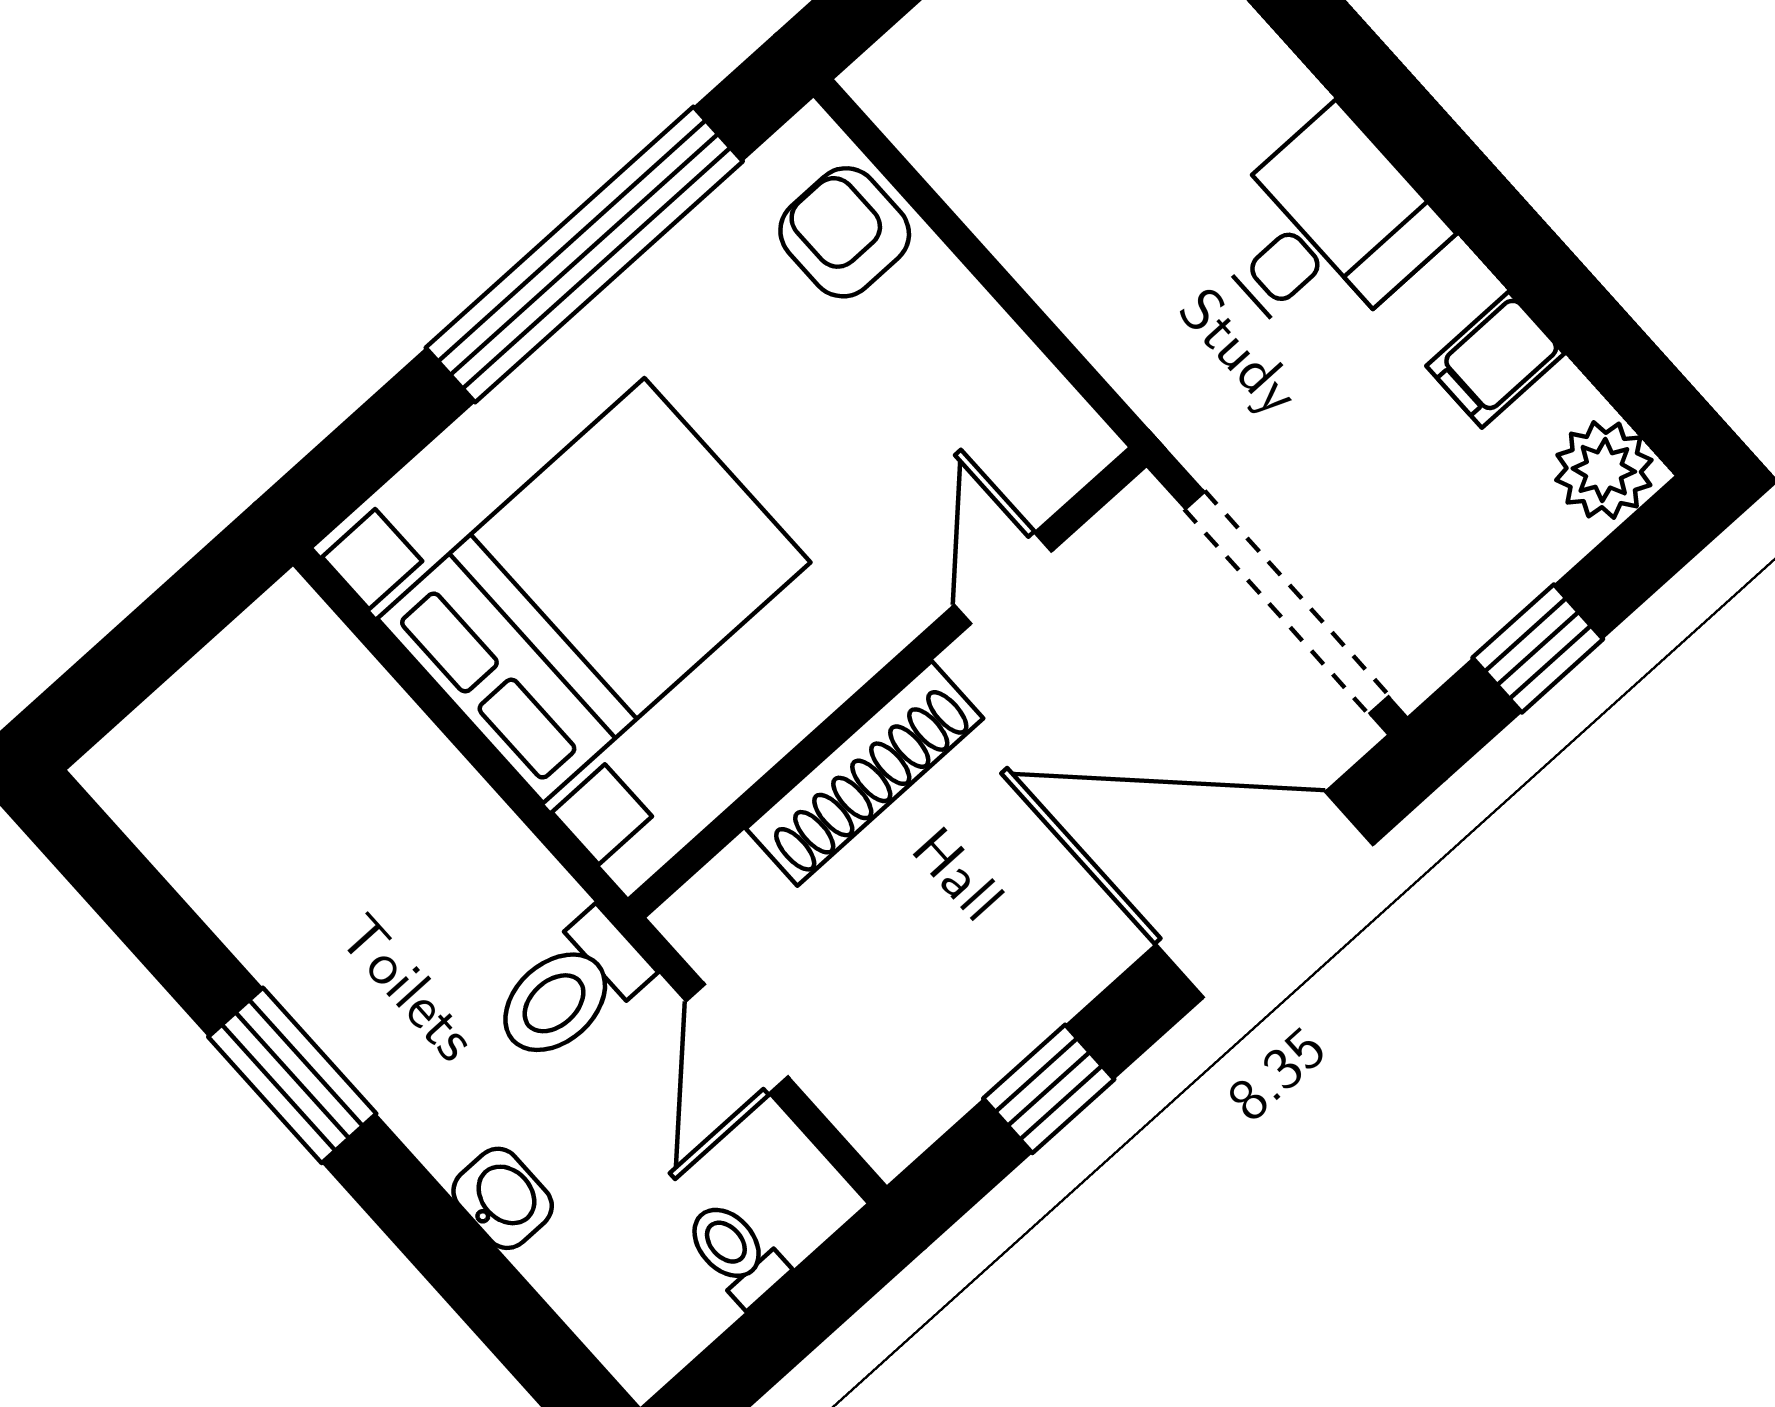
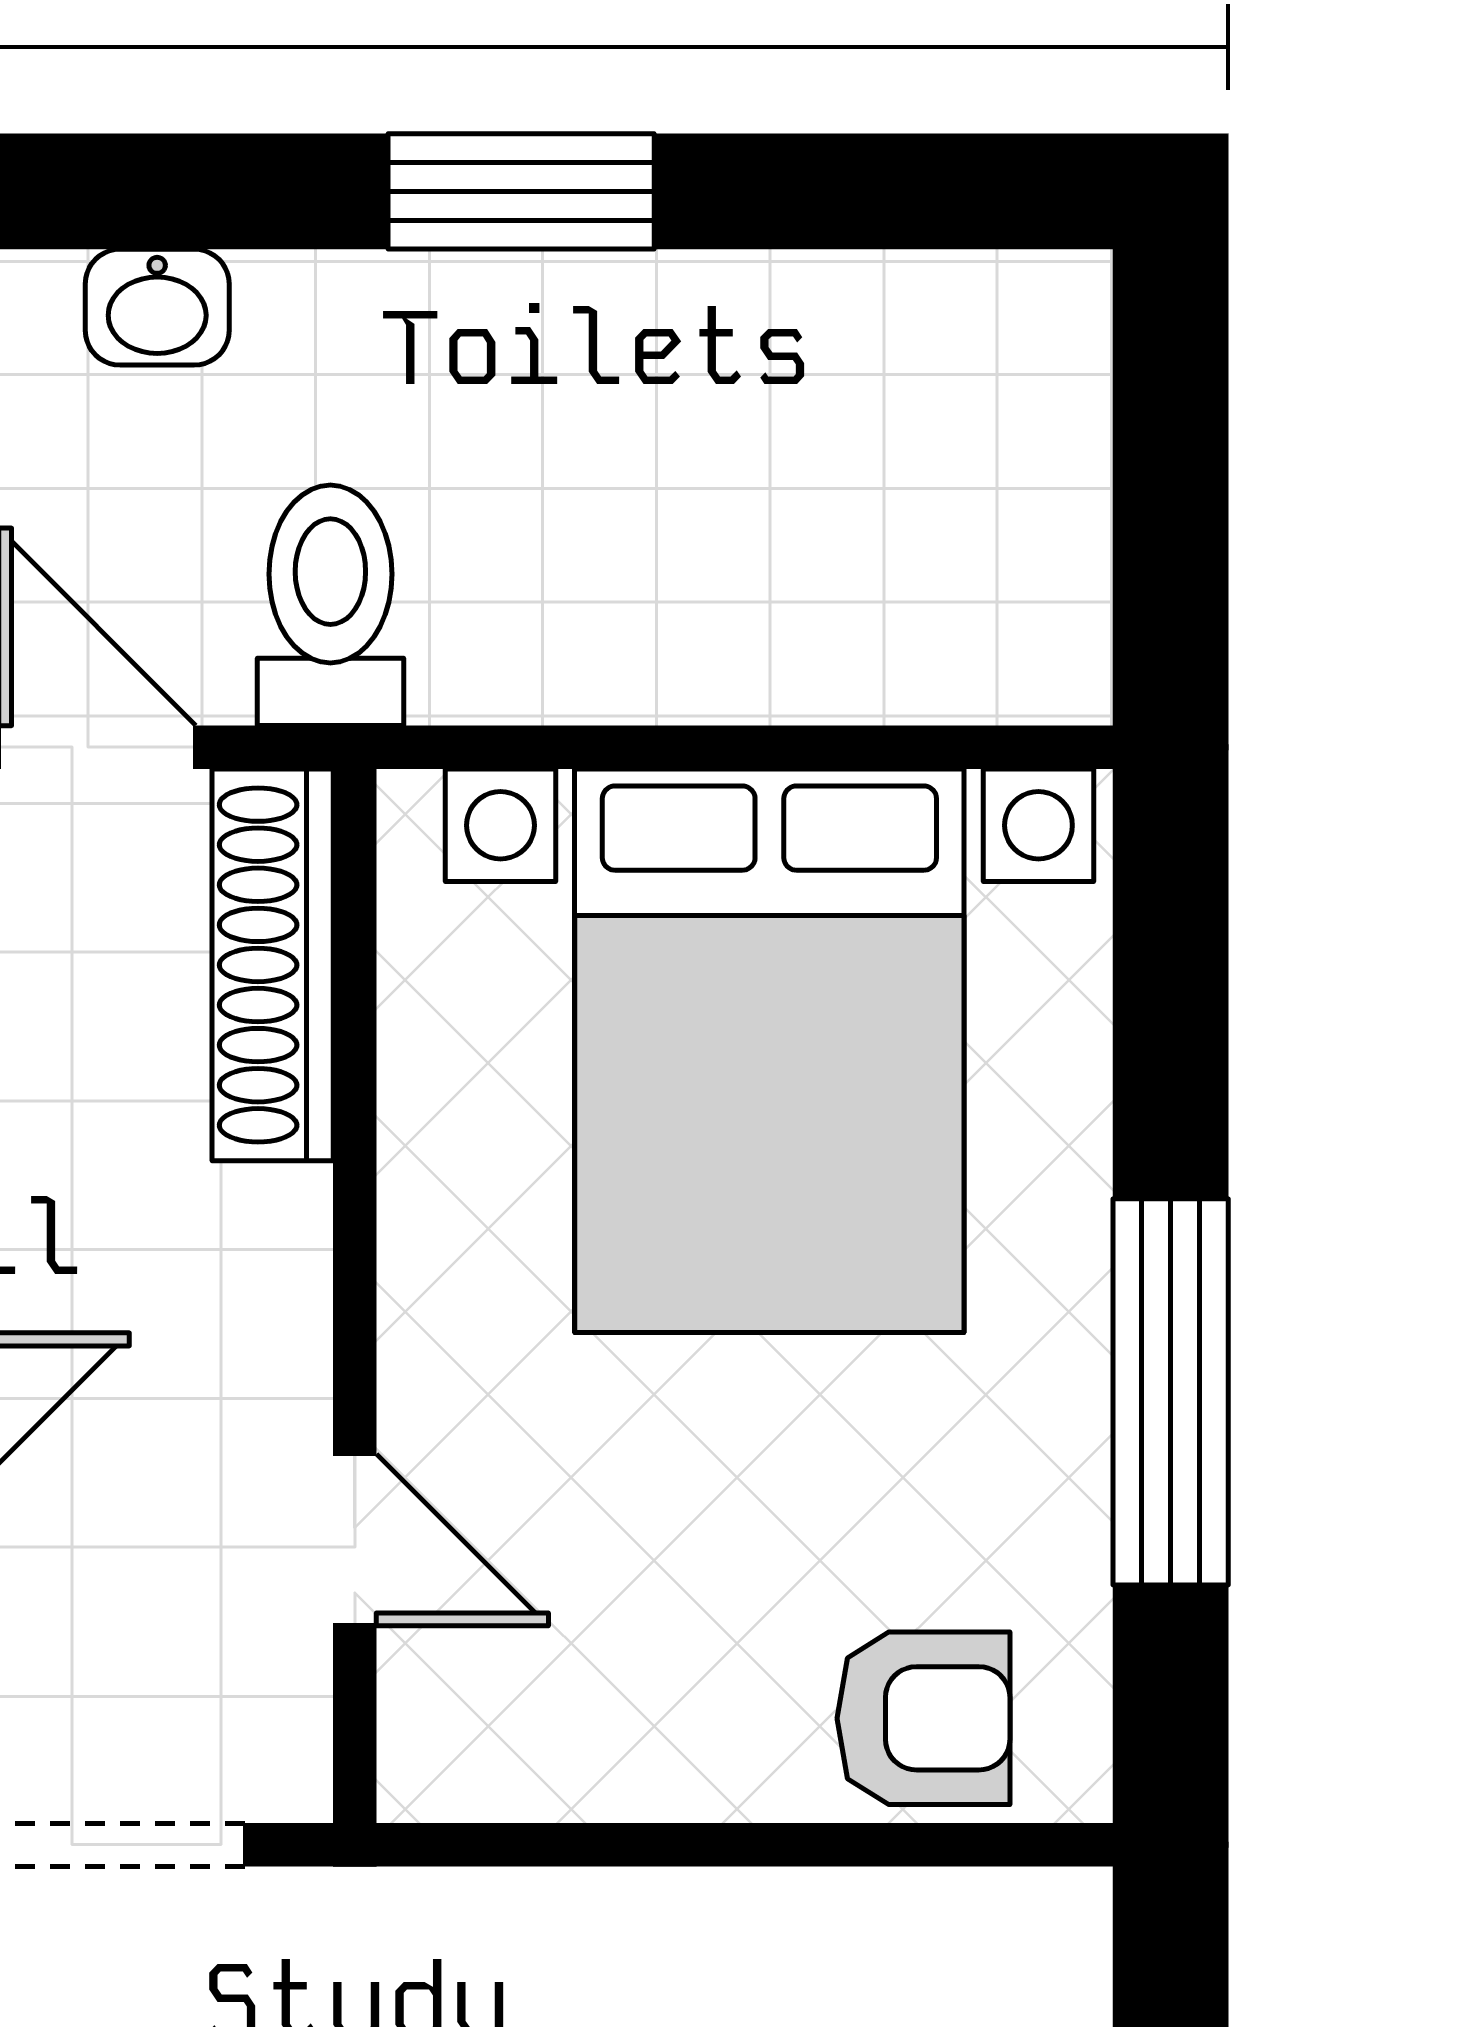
window: (584, 254) -> (1171, 1392), width x0.68
shoe rack: (865, 773) -> (273, 965), moved

